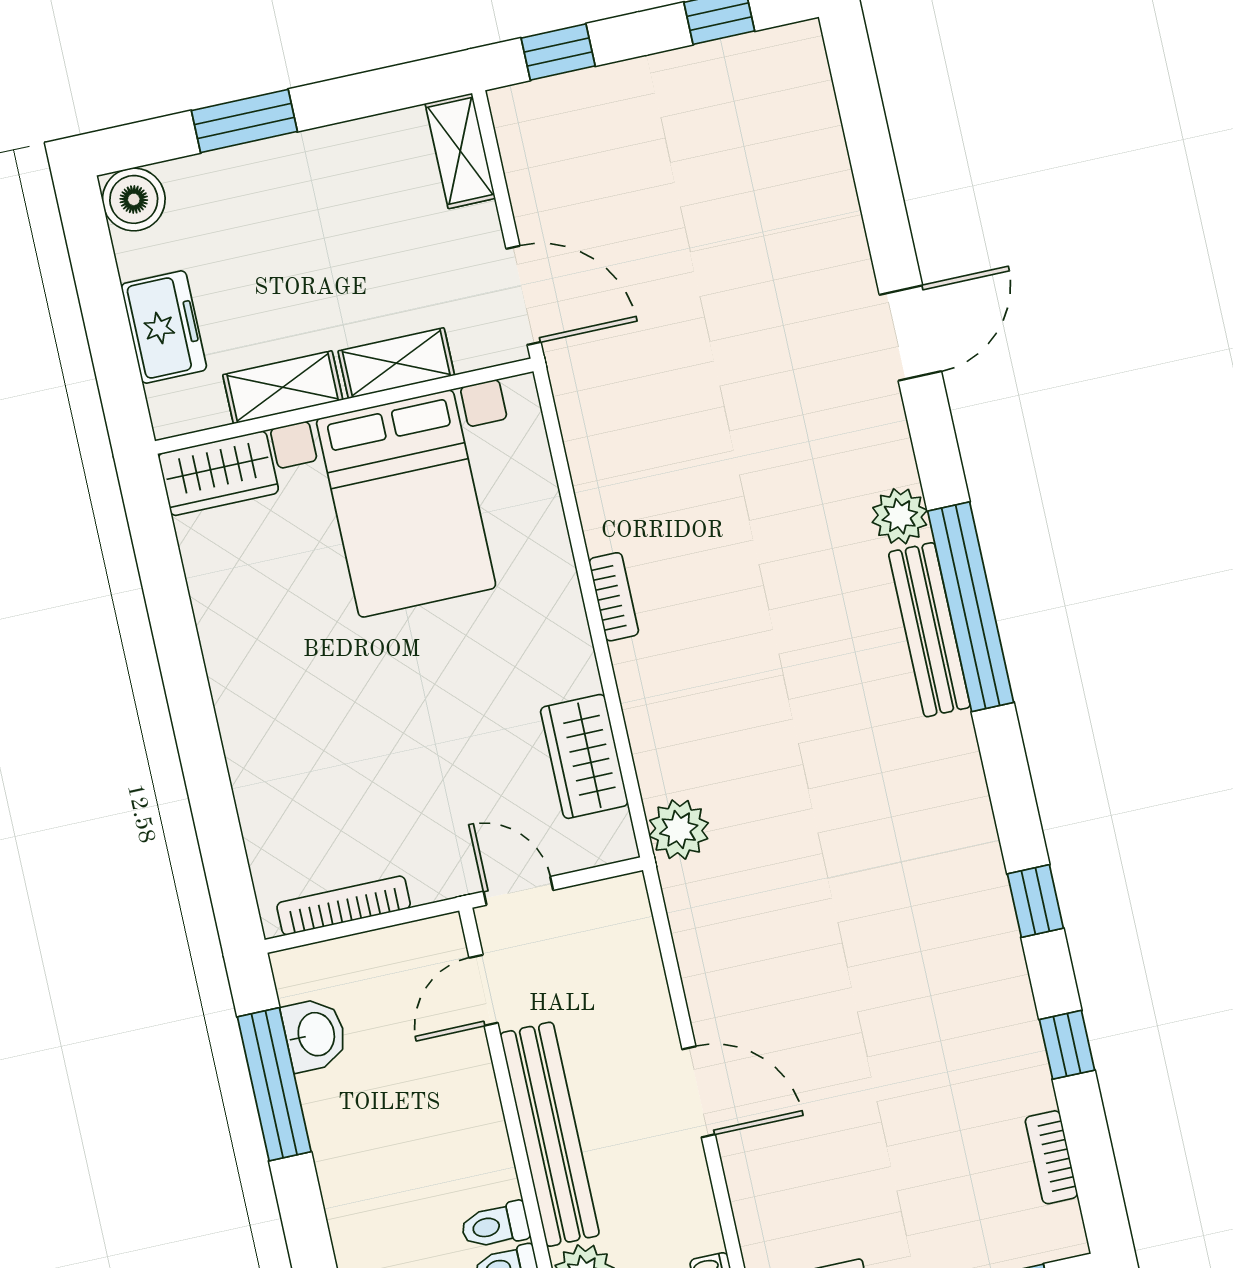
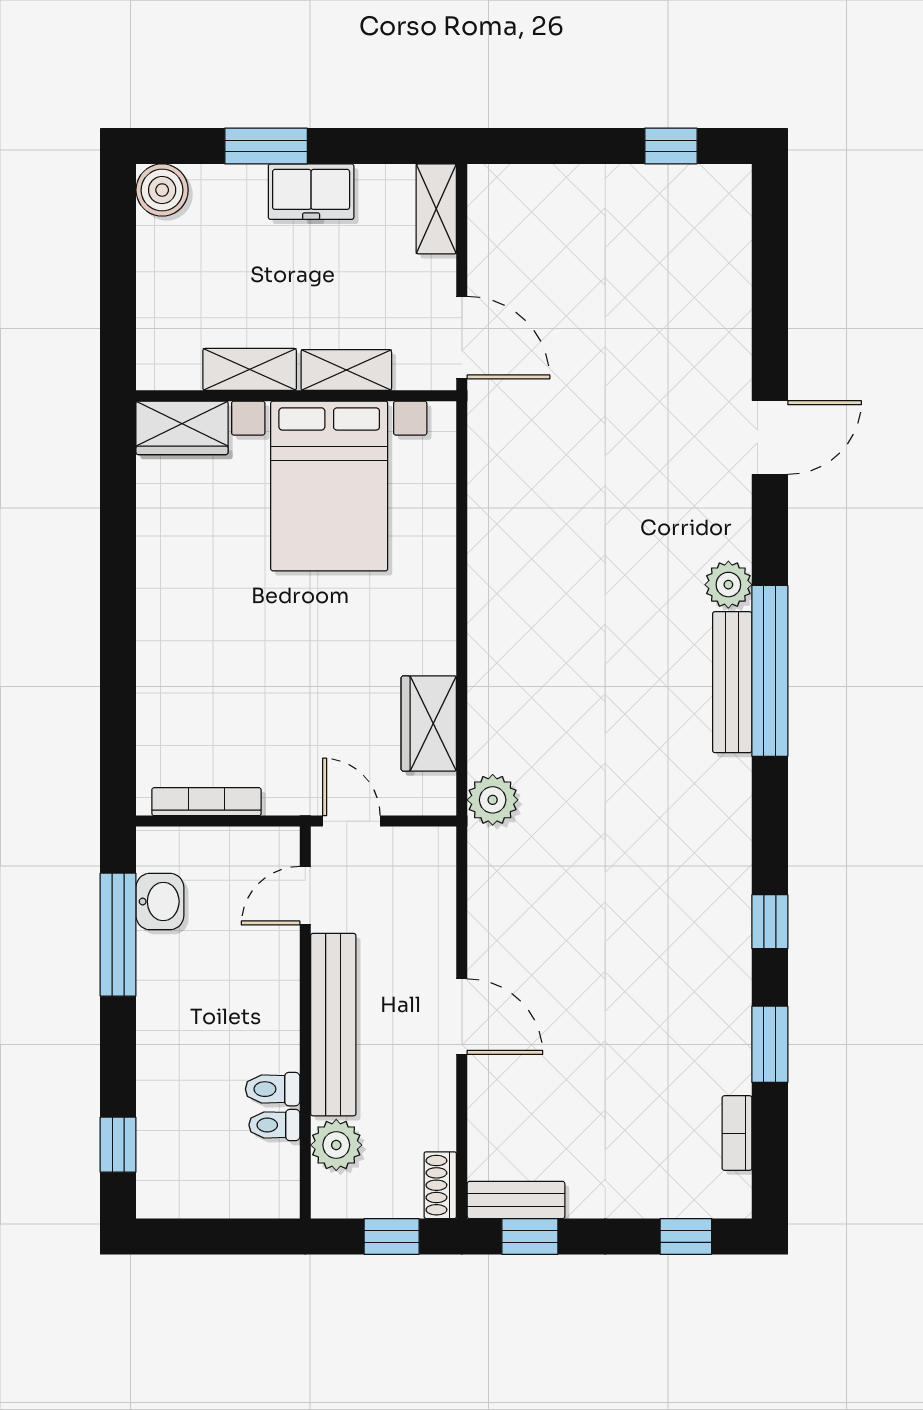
window: (558, 52) -> (534, 146), removed
freezer: (164, 327) -> (311, 192), moved, turned 90
bookcase: (614, 597) -> (481, 599), removed
window: (1067, 1045) -> (770, 1044), width x1.50

